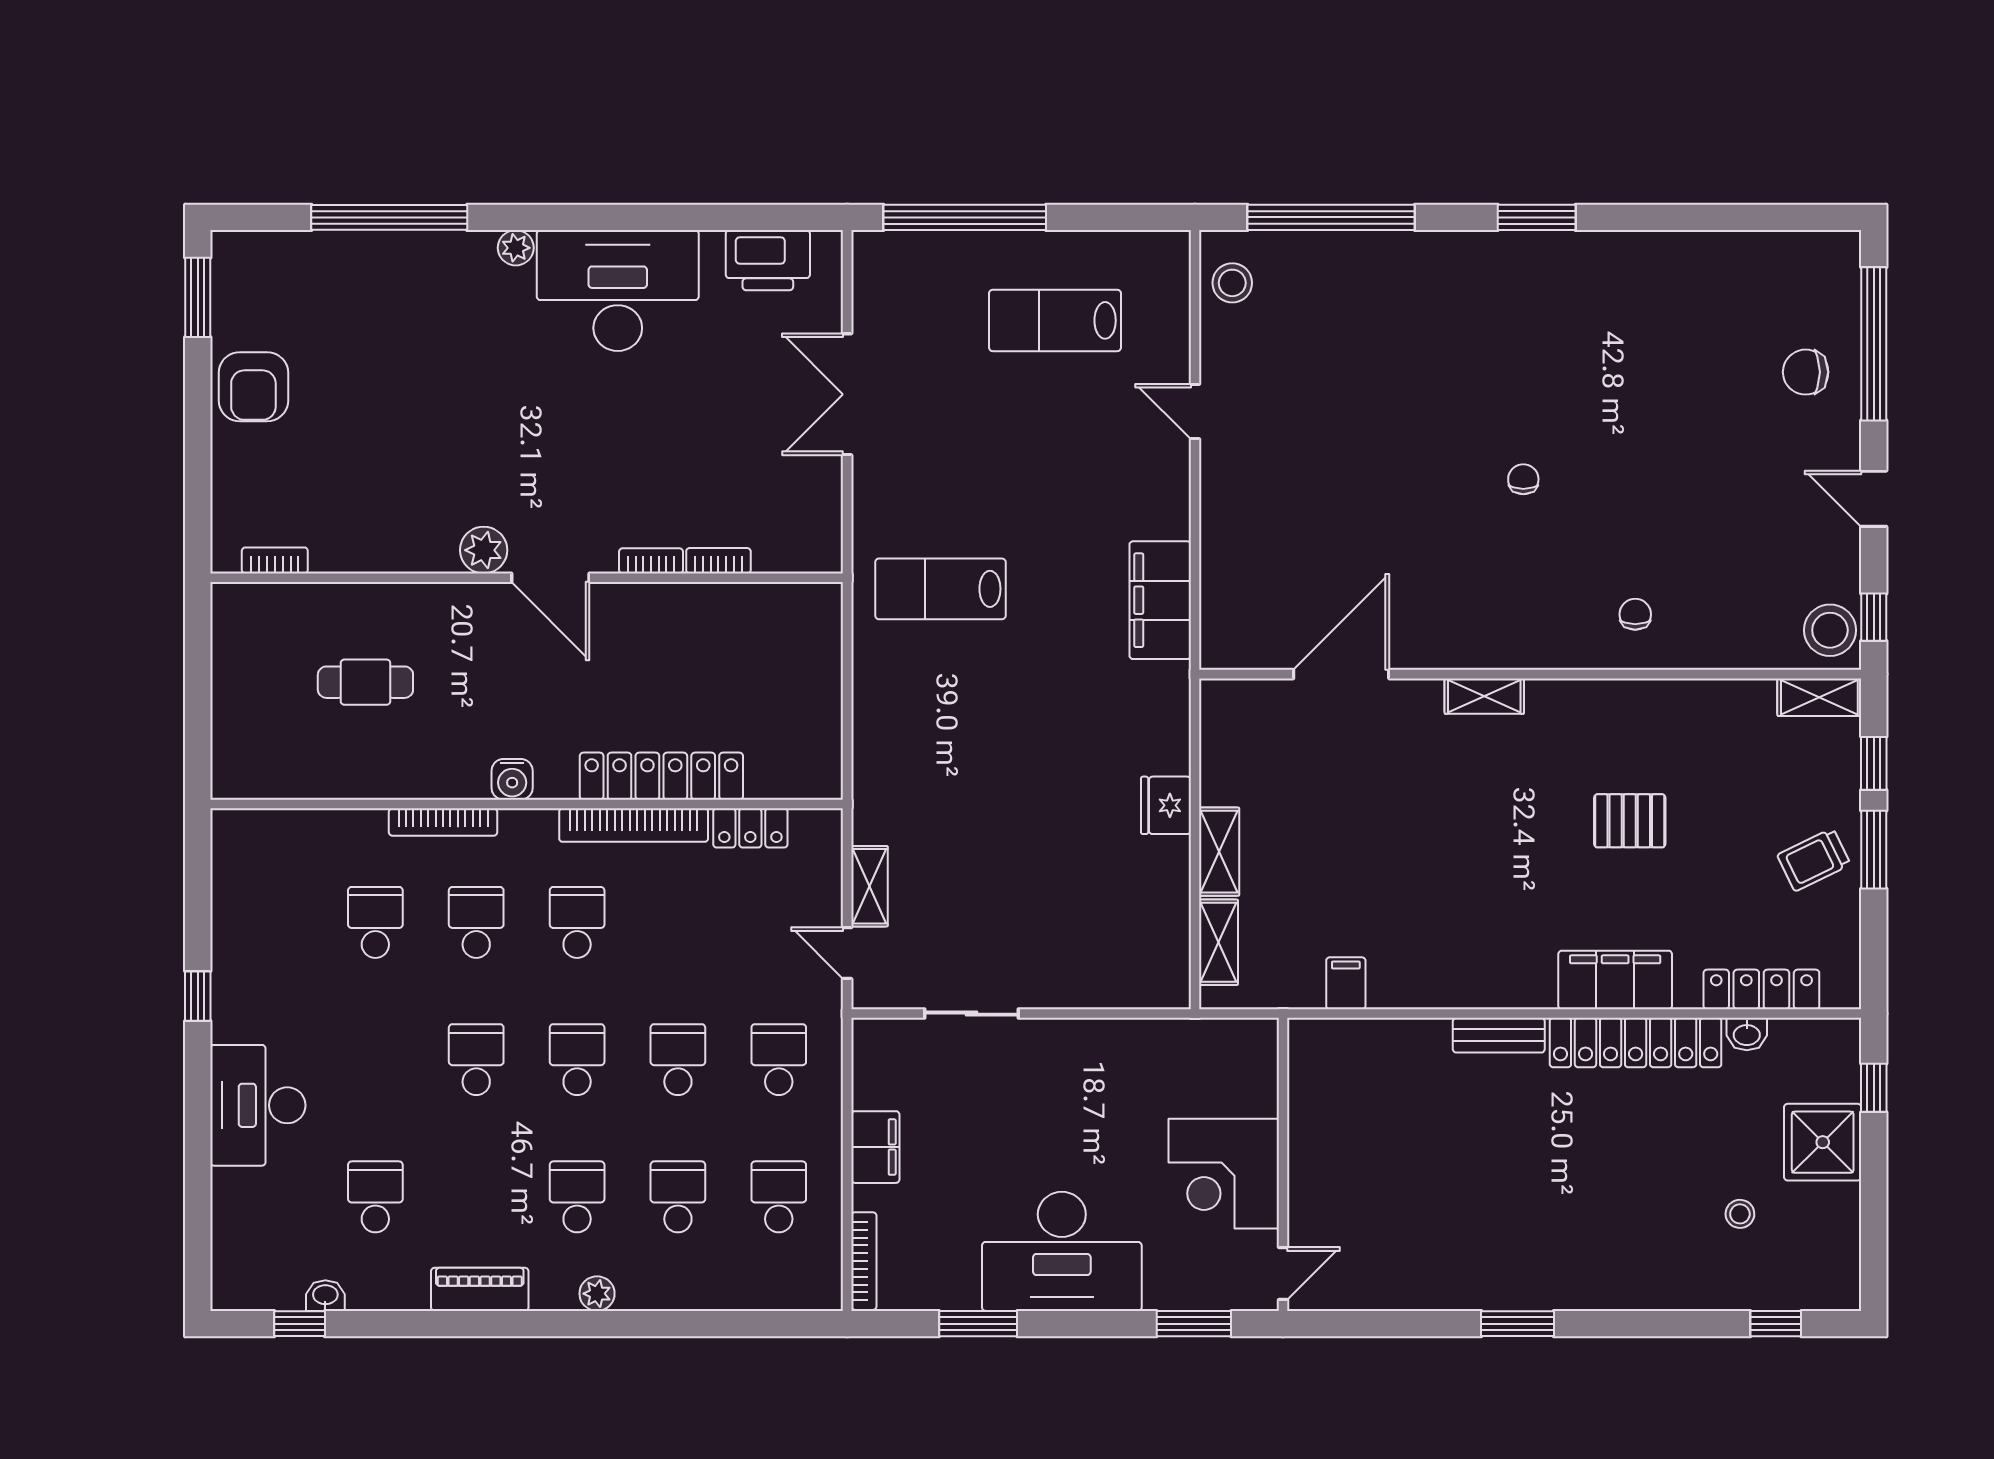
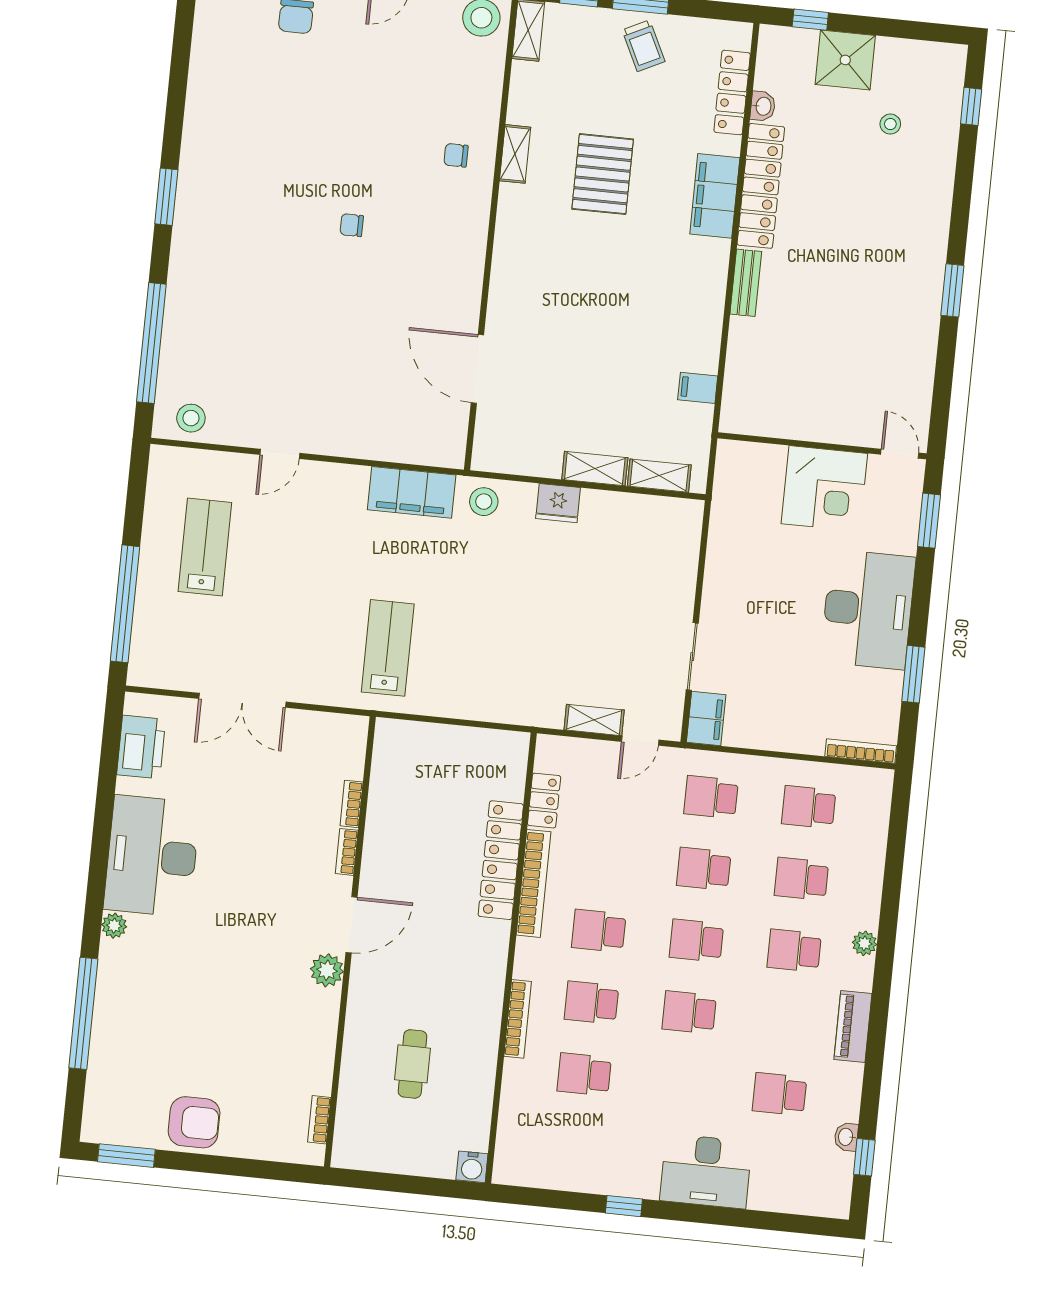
lab bench: (1055, 320) -> (205, 547), turned 180
lab bench: (940, 589) -> (388, 648), turned 180
shelving: (1484, 696) -> (515, 154), moved
stool: (1158, 702) -> (484, 502), added
water cooler: (512, 779) -> (472, 1167), moved, turned 90
pallet: (1630, 821) -> (603, 174), width x1.50, depth x1.42
filing cabinet: (875, 1147) -> (706, 718), moved, turned 90

